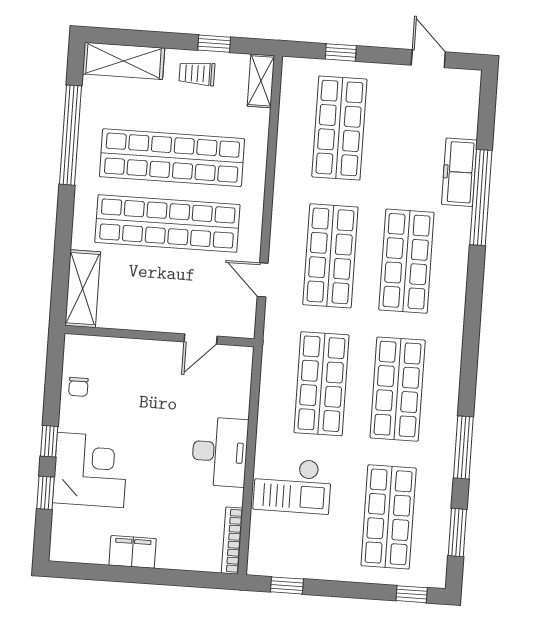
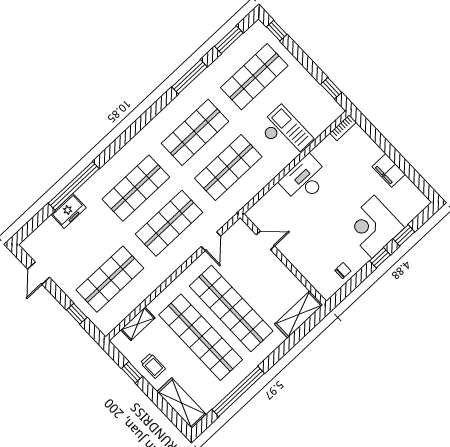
shelving: (261, 81) -> (138, 324), moved
freezer: (459, 172) -> (69, 211), width x0.71
bookcase: (232, 541) -> (343, 128), width x0.64

